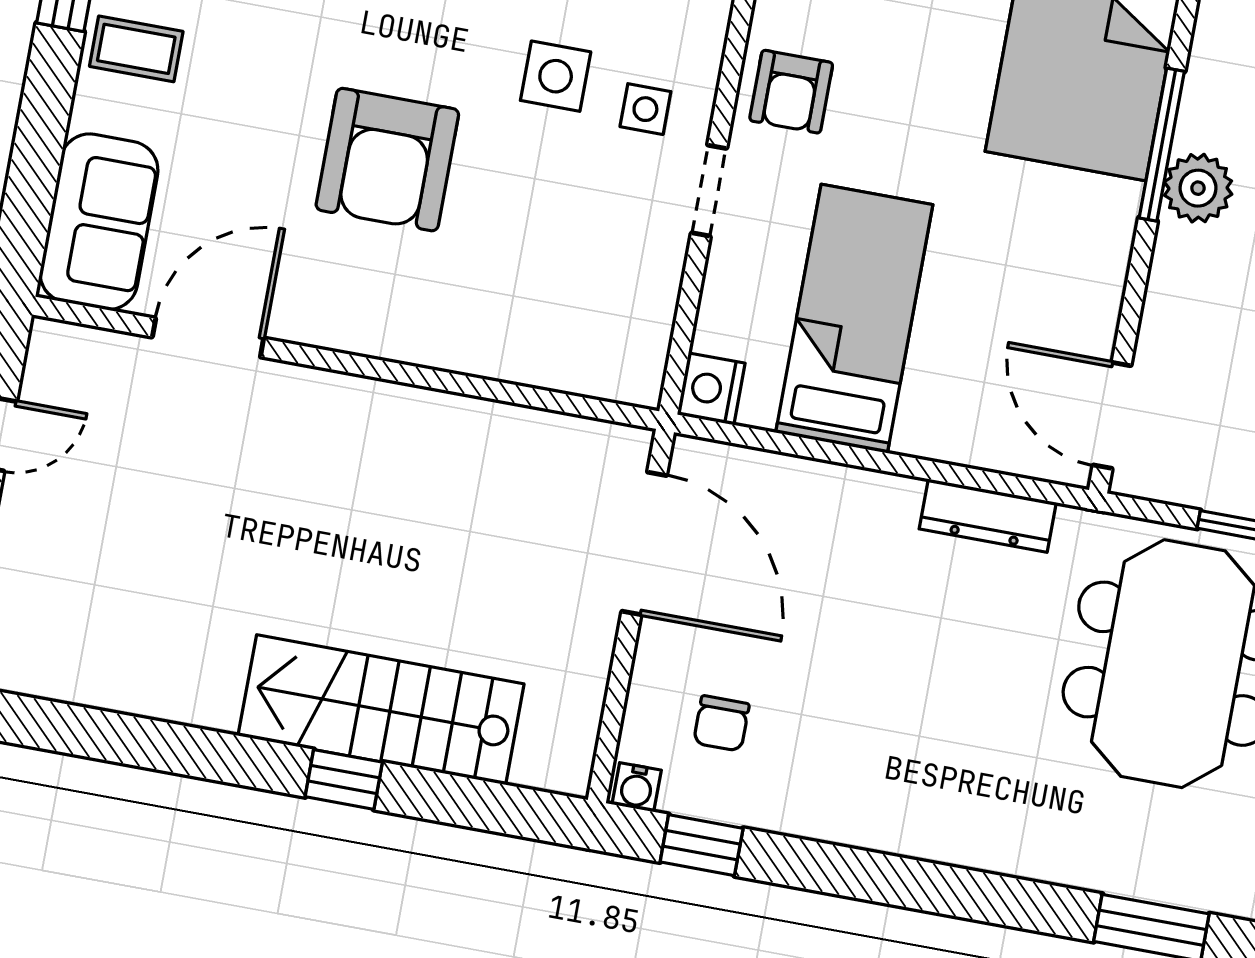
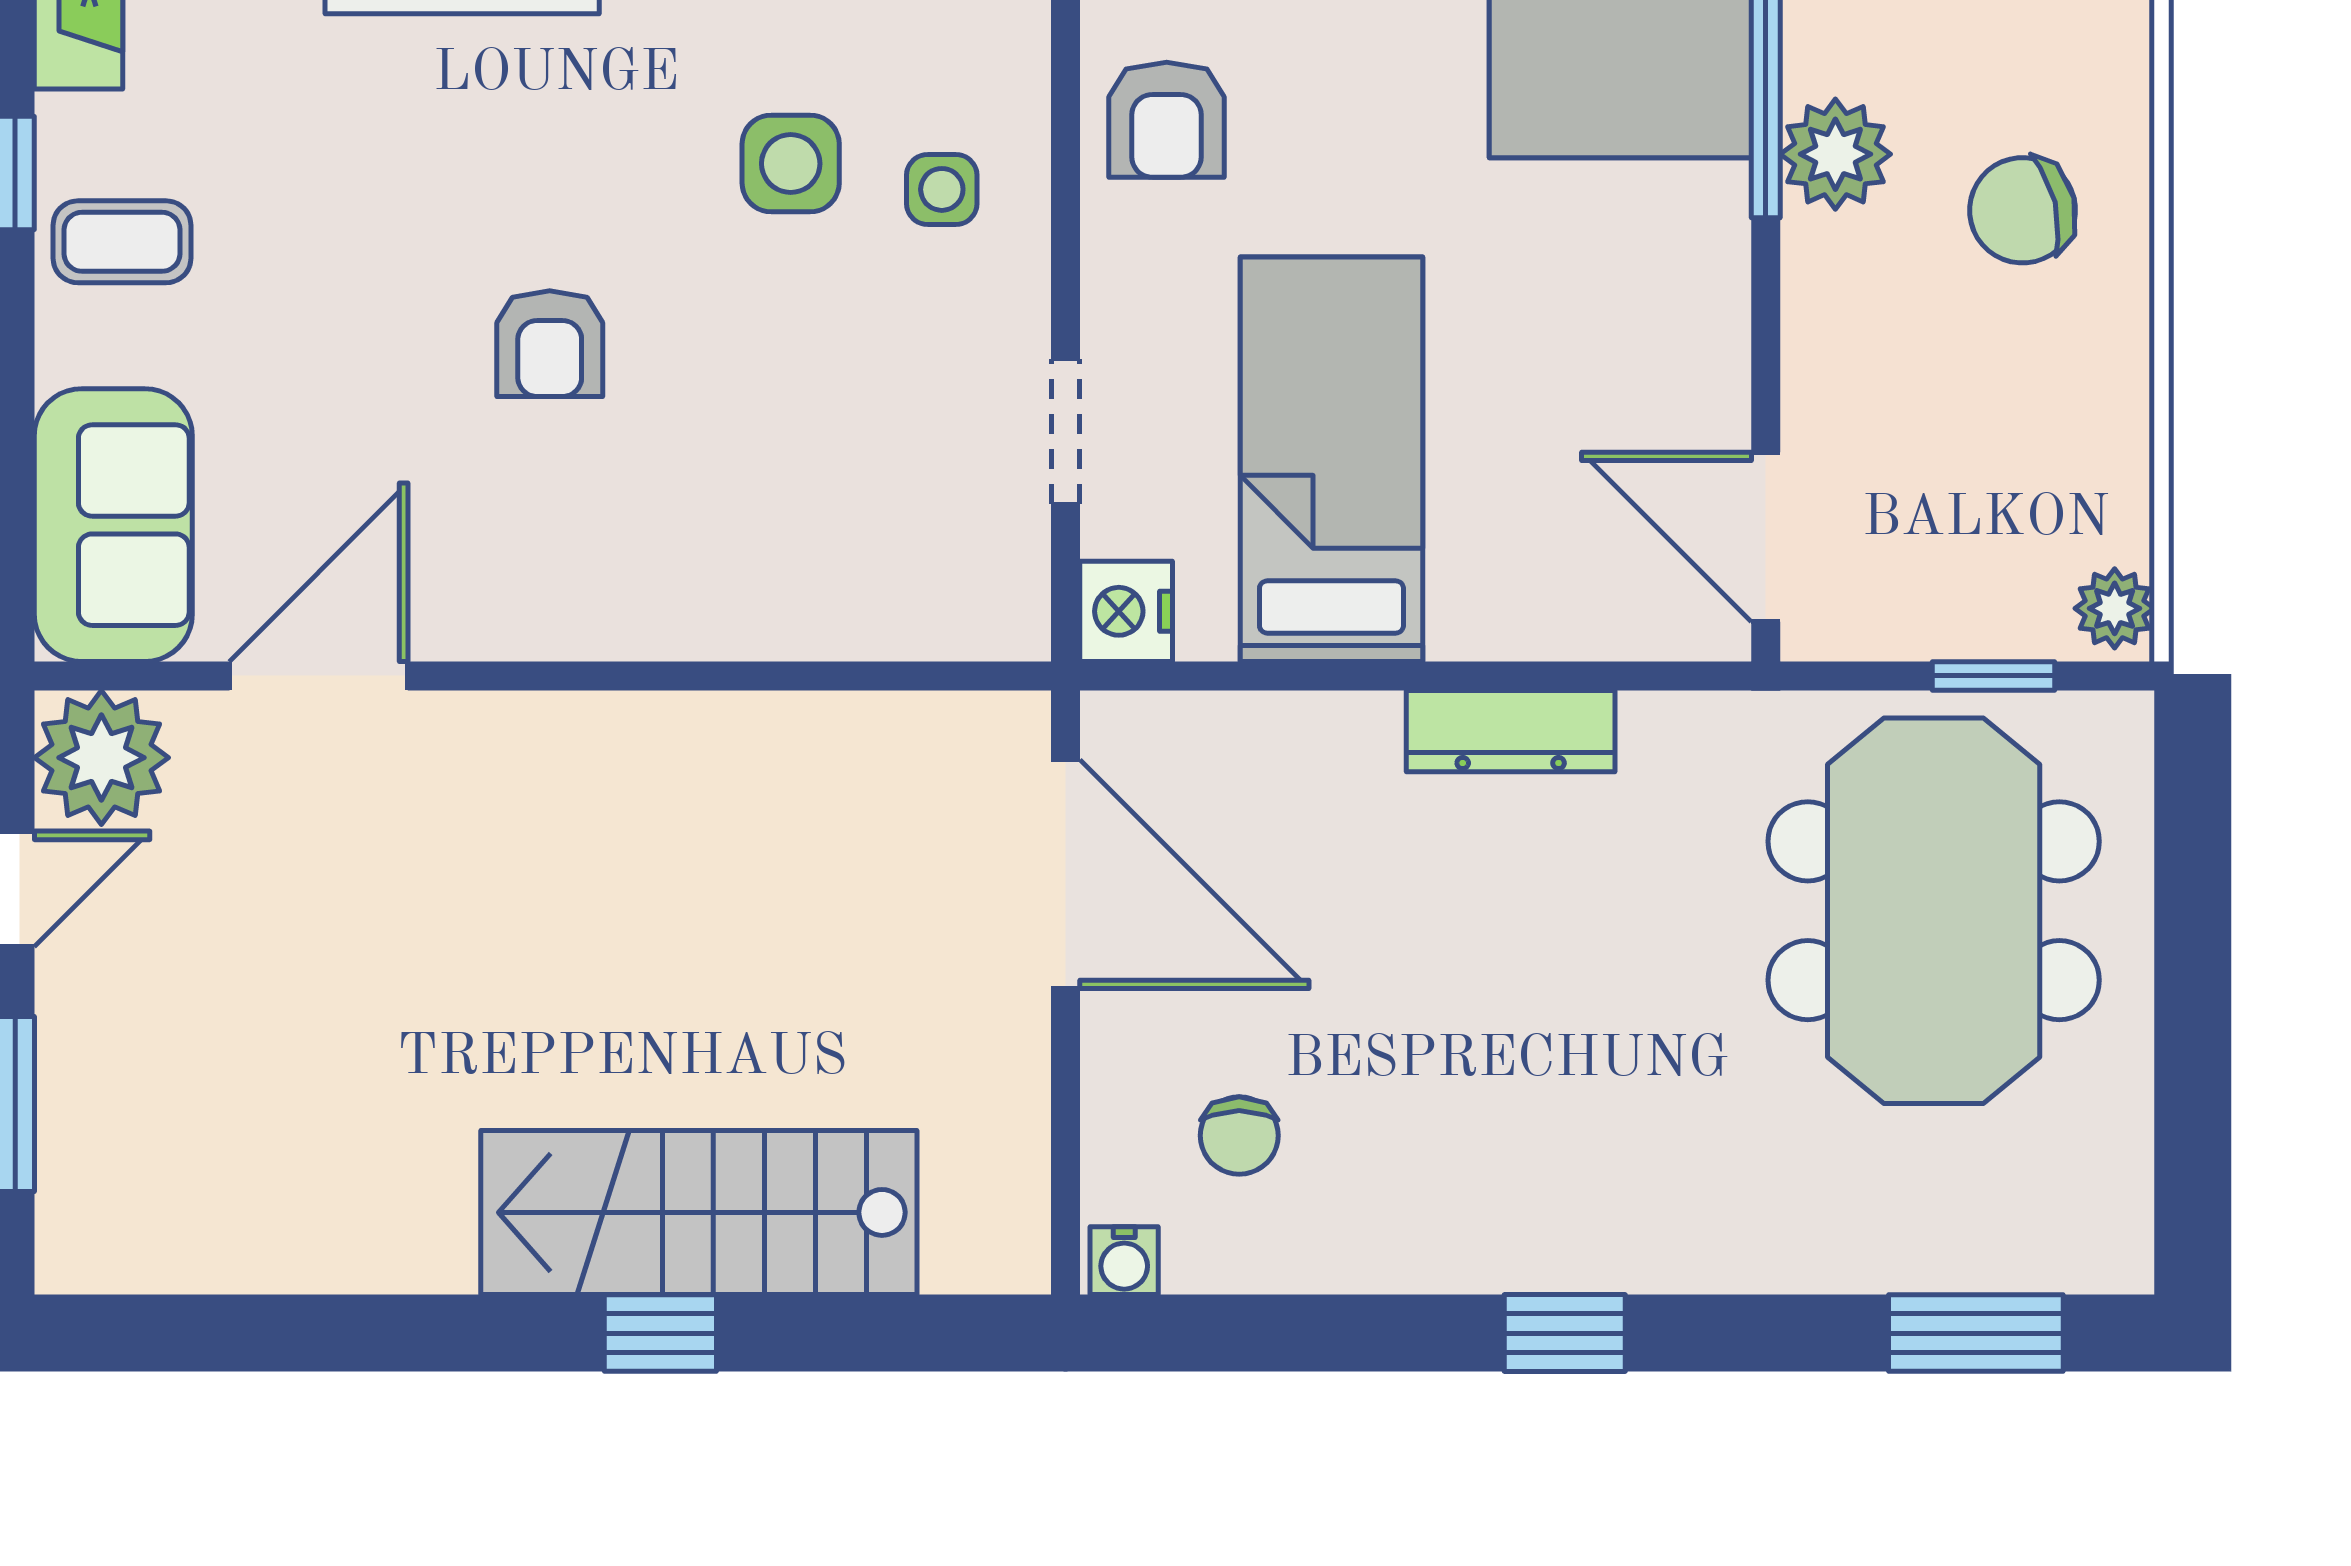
armchair: (387, 160) -> (550, 344), width x0.53, depth x0.53
doorway: (709, 191) -> (1066, 432), moved
plant: (66, 363) -> (101, 758), added
dresser: (988, 516) -> (1511, 731), moved
window: (702, 845) -> (1565, 1333), moved

